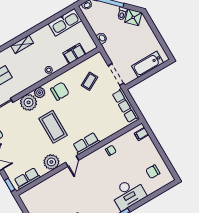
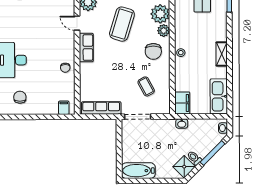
shelving: (22, 44) -> (222, 54), moved
filing cabinet: (74, 54) -> (182, 103), moved
bathtub: (148, 64) -> (138, 171), moved, turned -90
coffee table: (53, 127) -> (122, 24), turned -73

